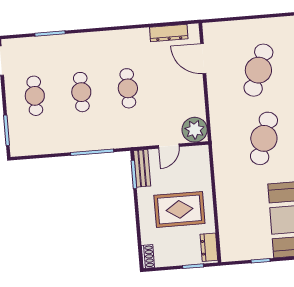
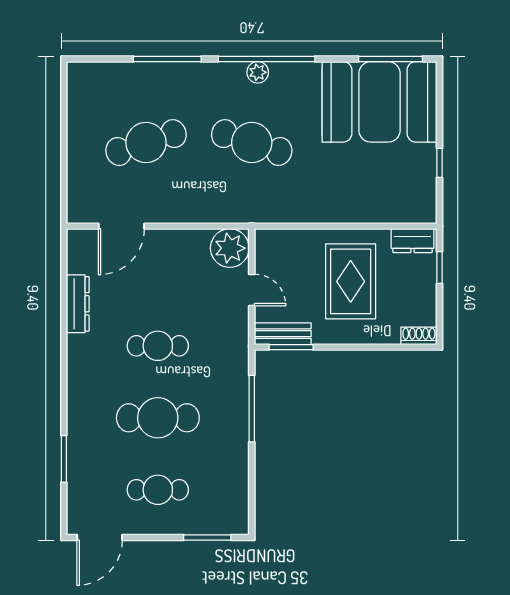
dresser: (169, 33) -> (78, 304), moved
cafe table: (258, 70) -> (146, 143), turned -39
cafe table: (81, 92) -> (158, 418), width x1.37, depth x1.35

